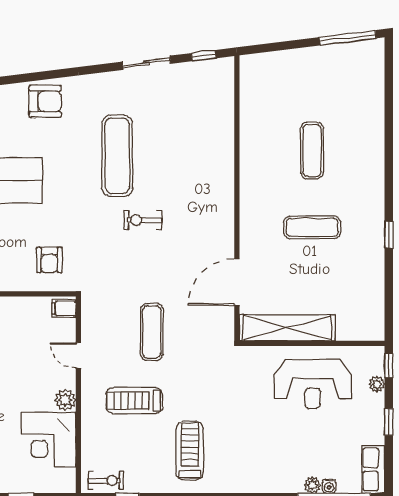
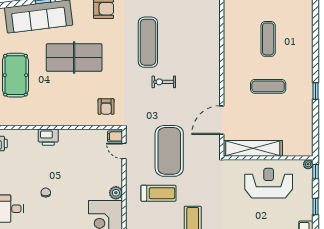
exercise mat: (152, 332) -> (169, 151), width x2.00, depth x1.45
door: (78, 355) -> (124, 151), moved
reception desk: (313, 384) -> (269, 183), turned 180
plant: (377, 384) -> (308, 164), moved
treadmill: (134, 401) -> (158, 193), turned 180

